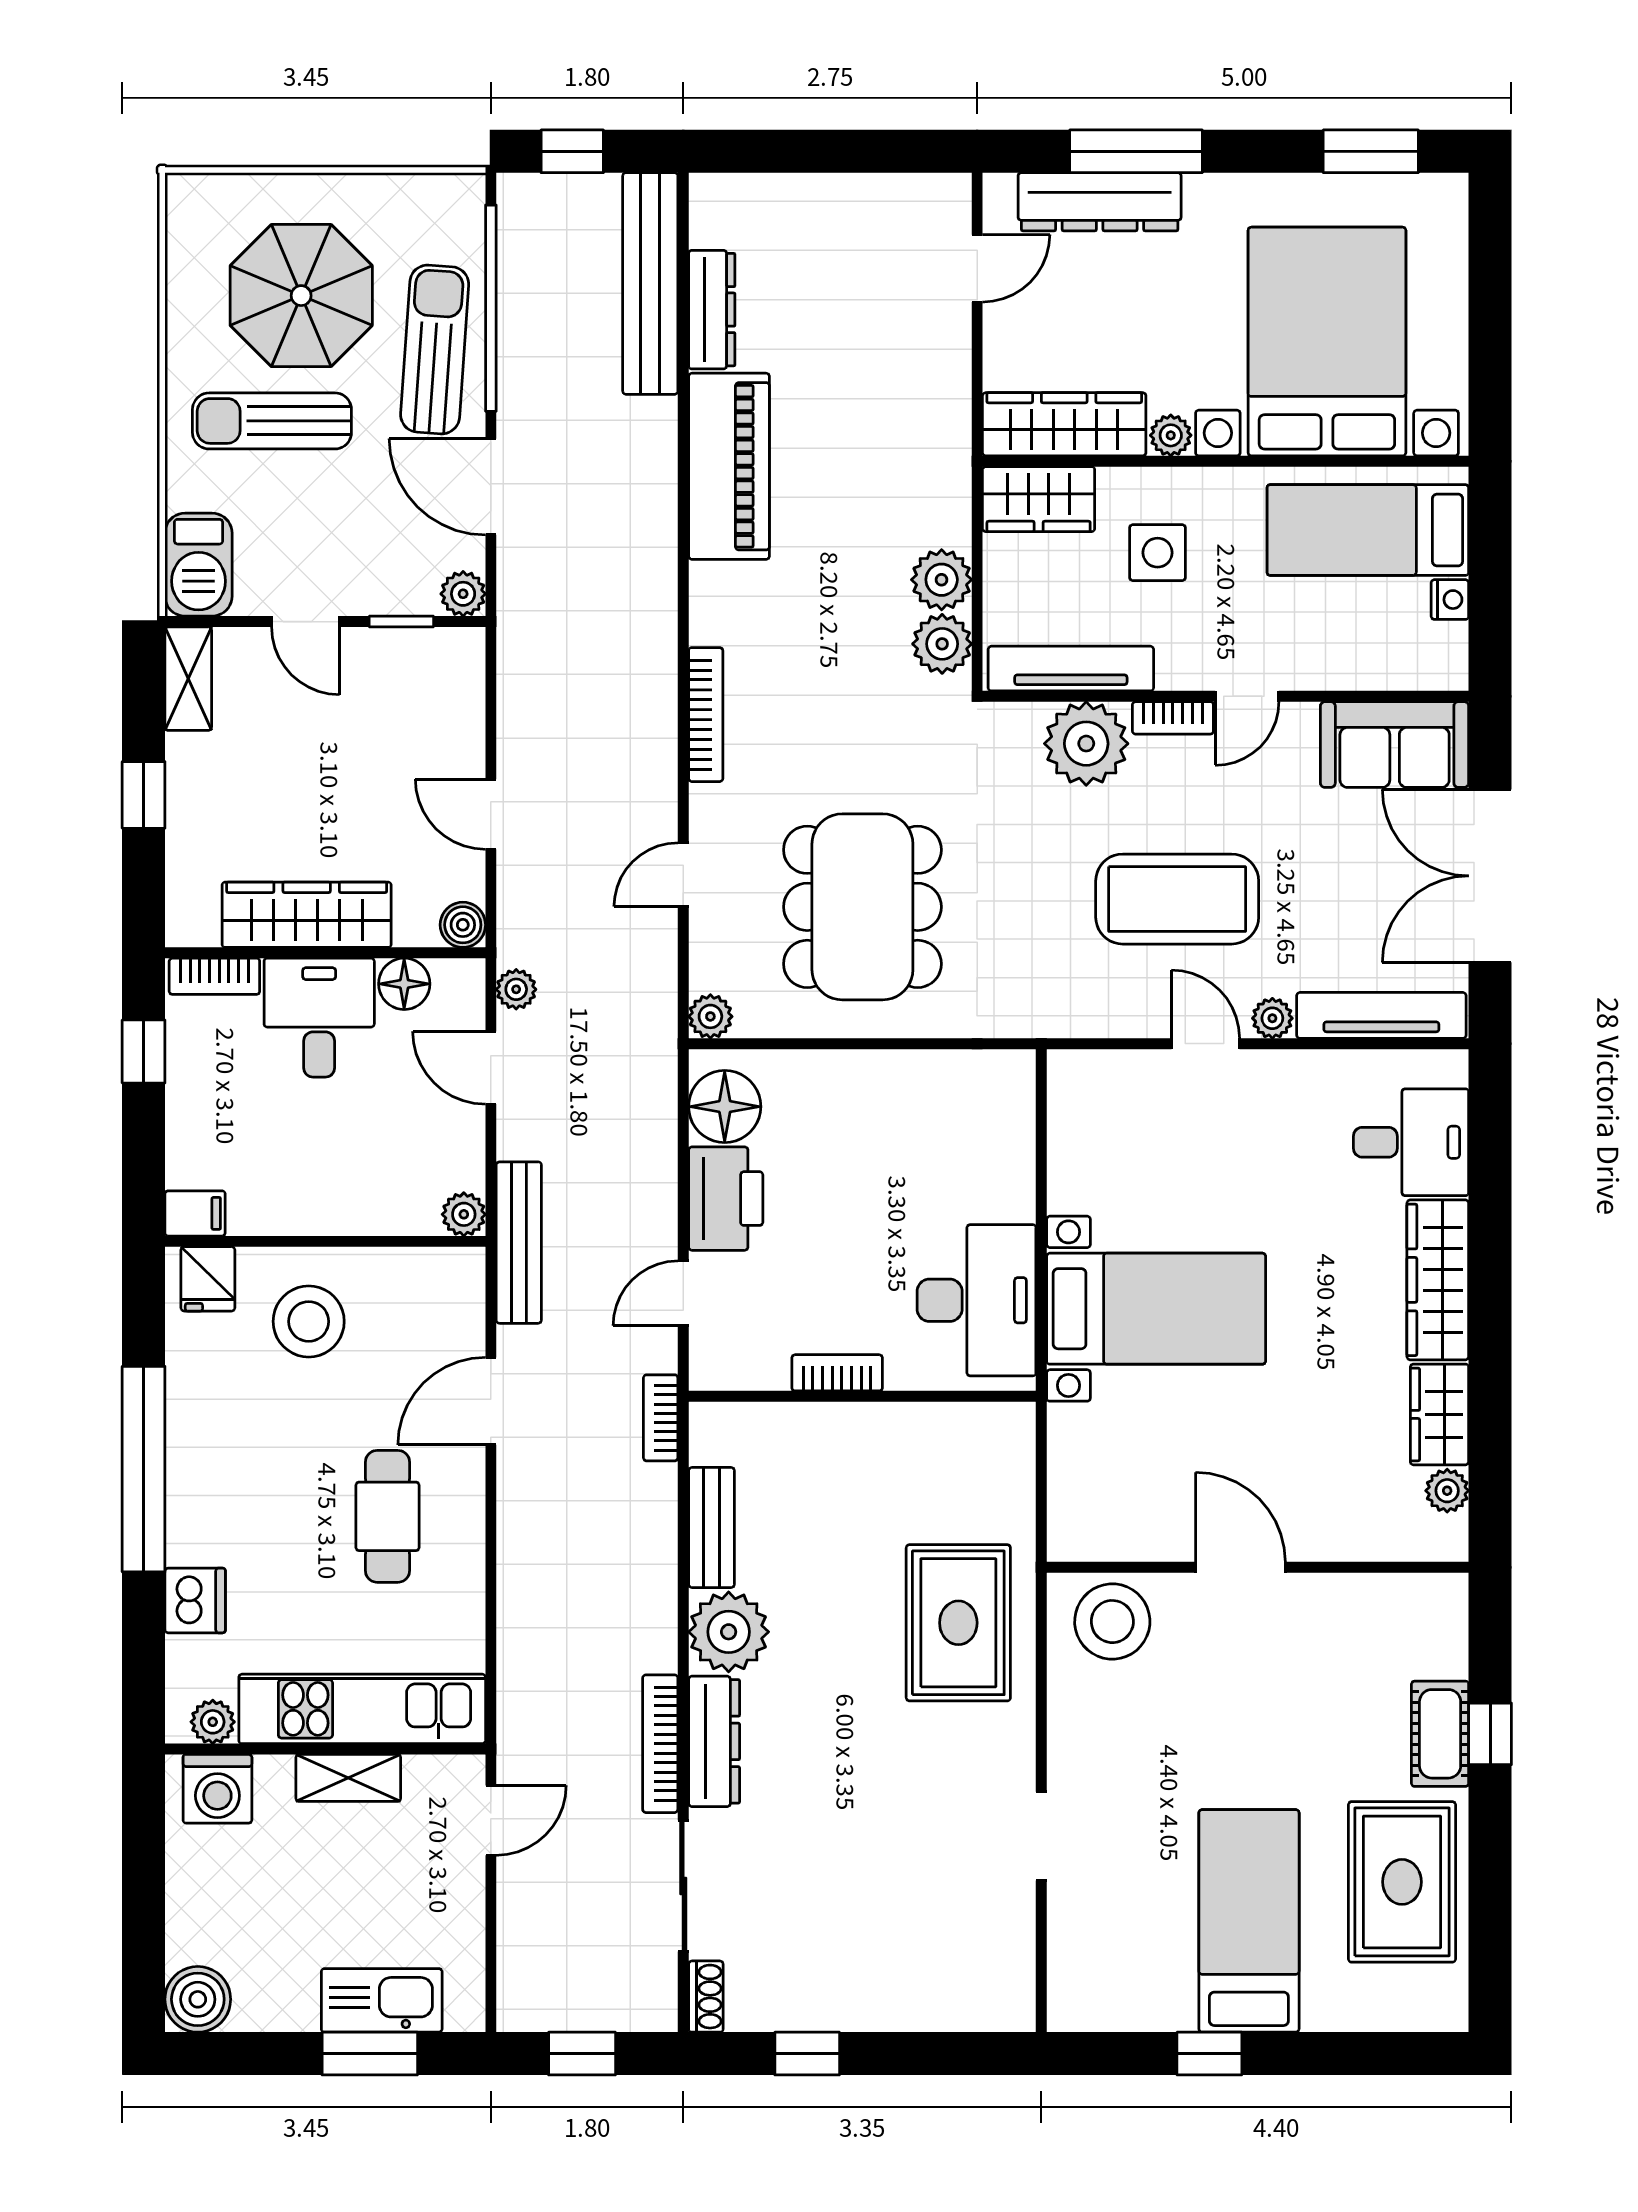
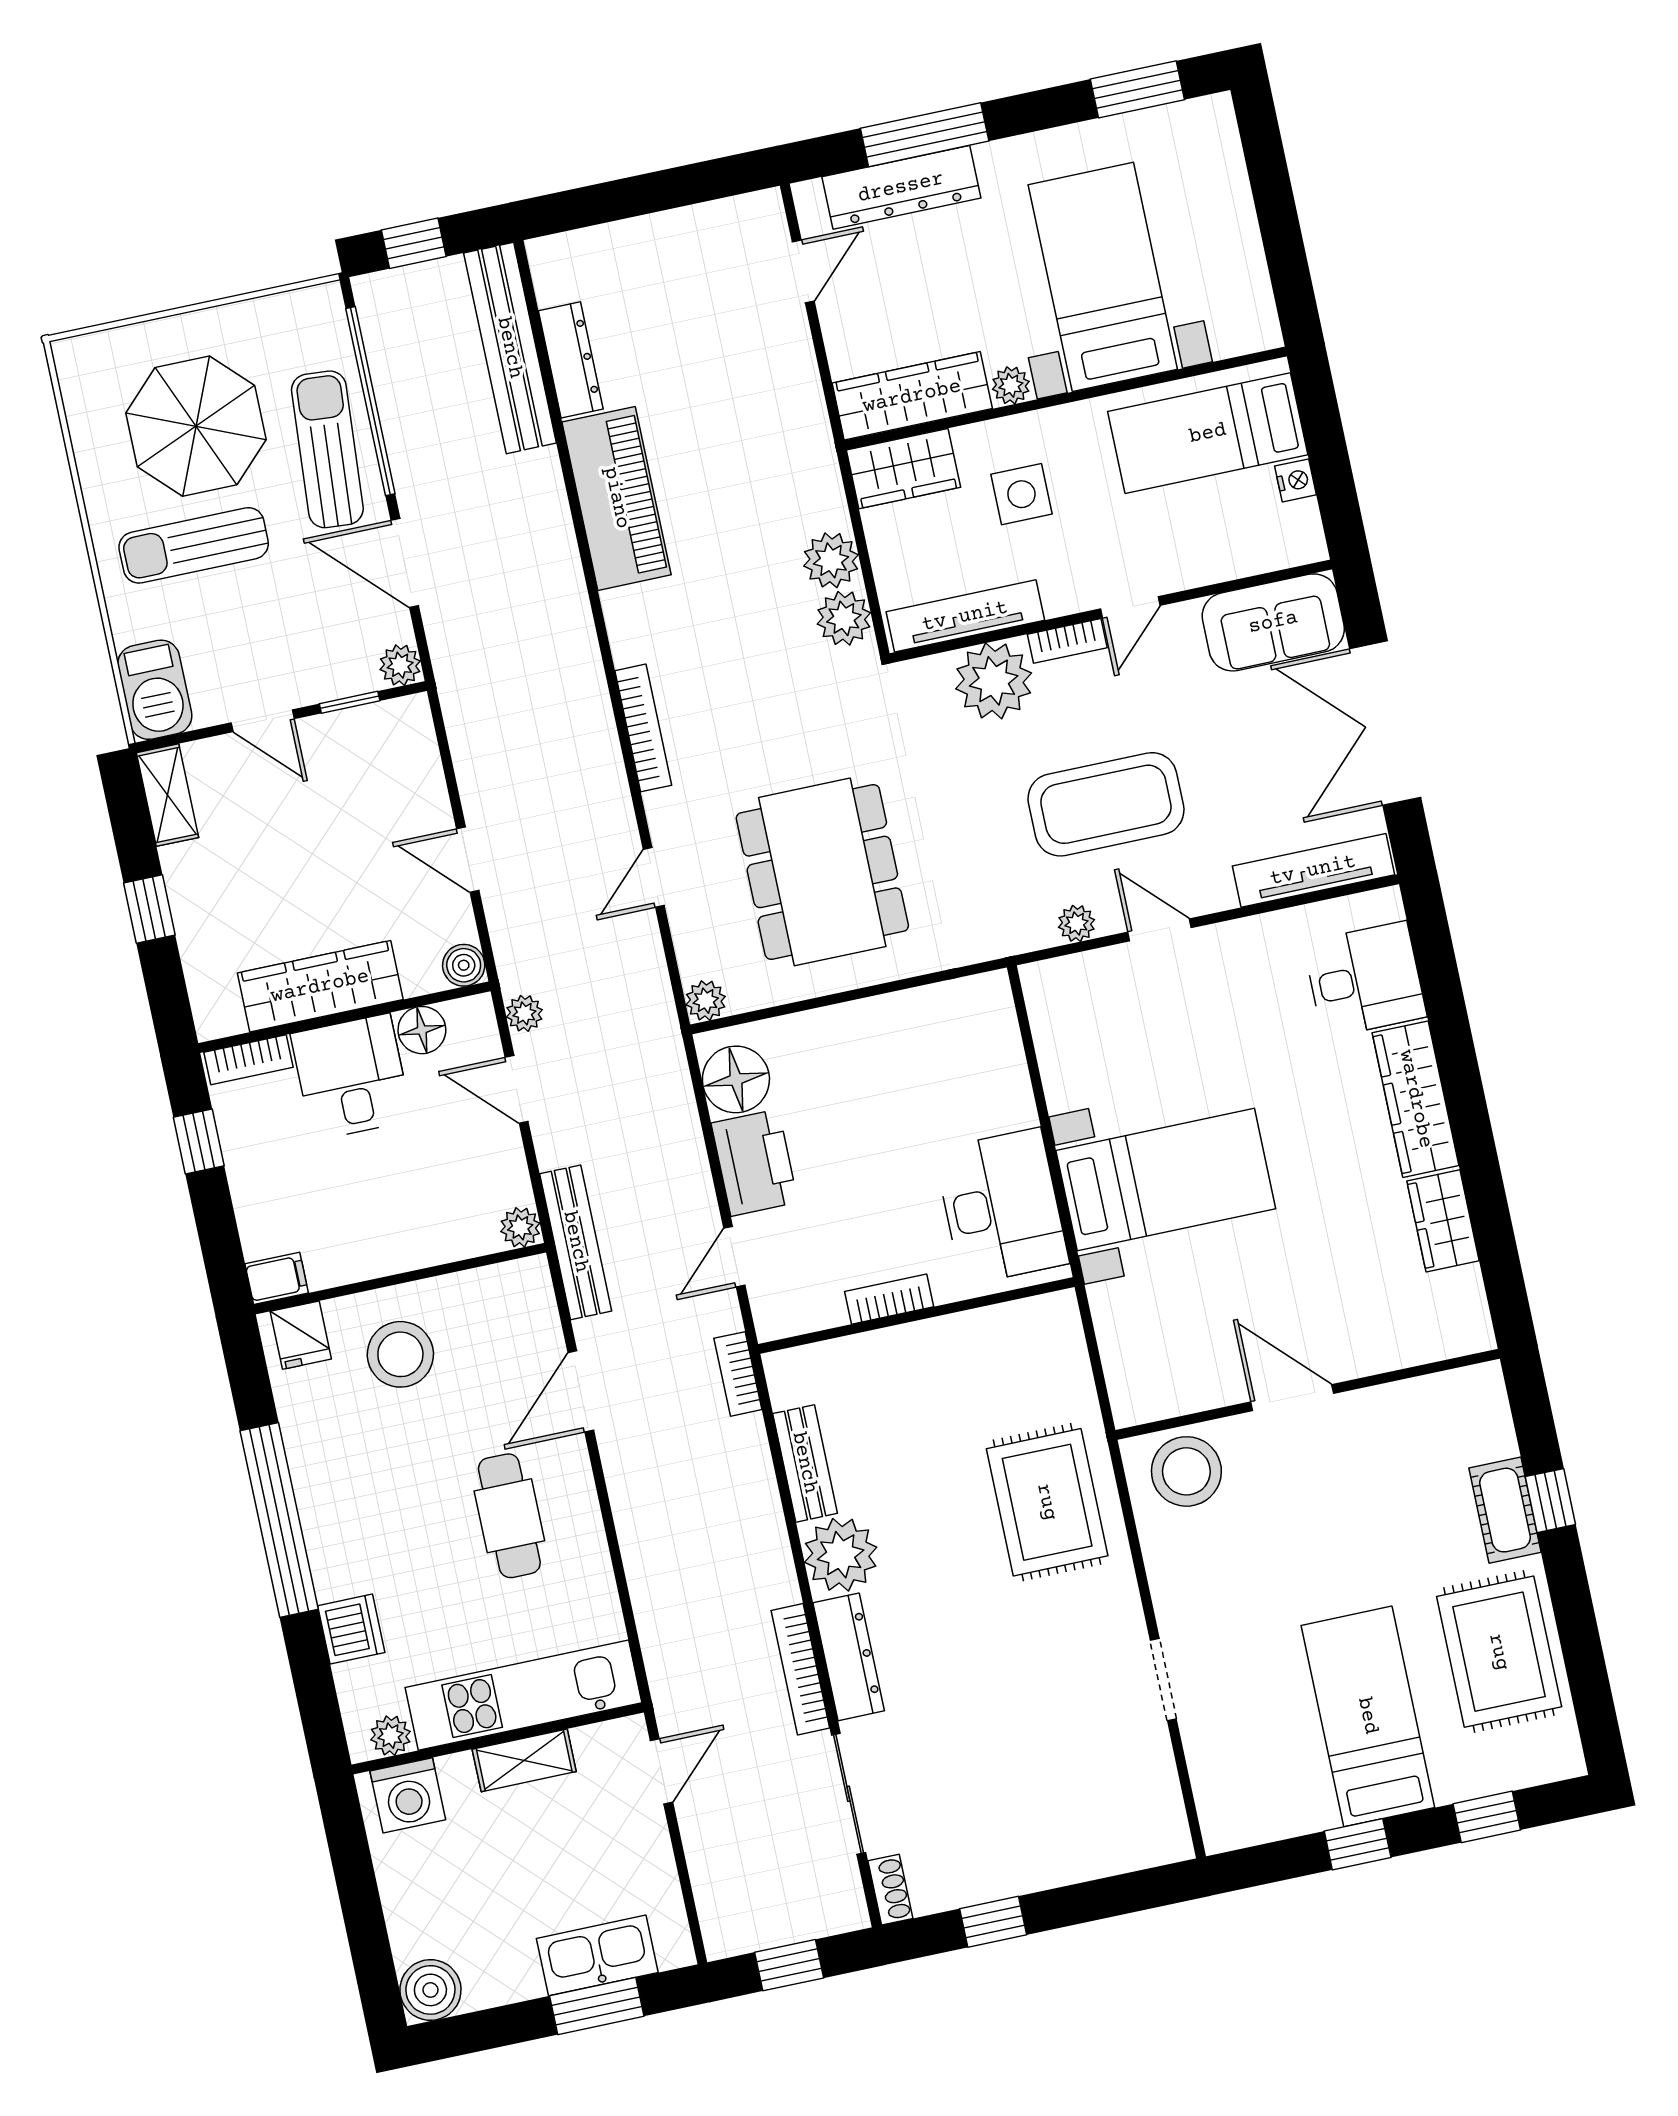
bed with nightstands: (1327, 342) -> (1103, 277), width x0.73
plant: (1272, 1018) -> (1077, 923), moved
plant: (1447, 1491) -> (1465, 1288), removed
window: (1352, 2054) -> (1487, 1817), added

